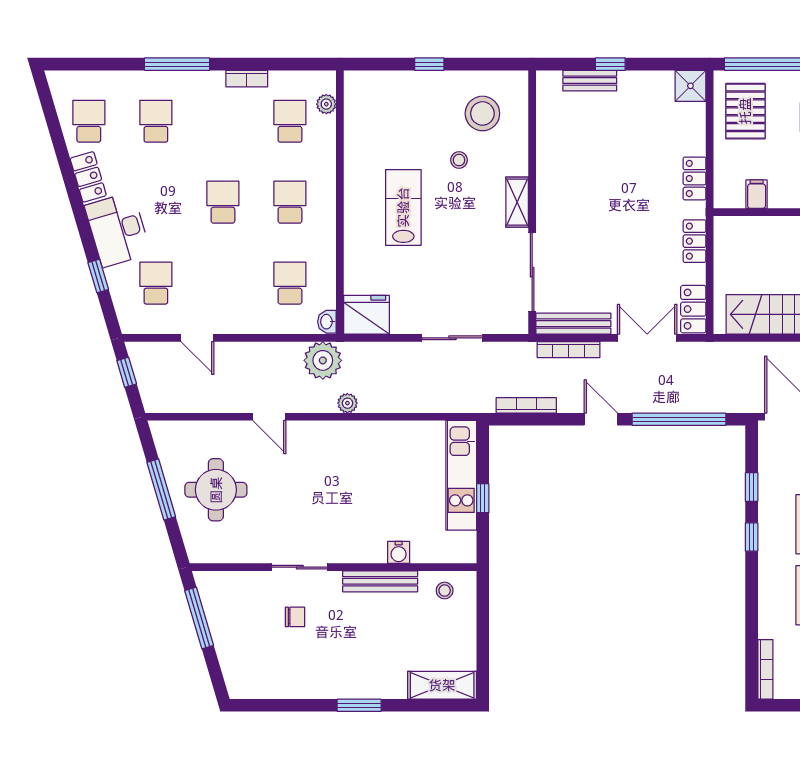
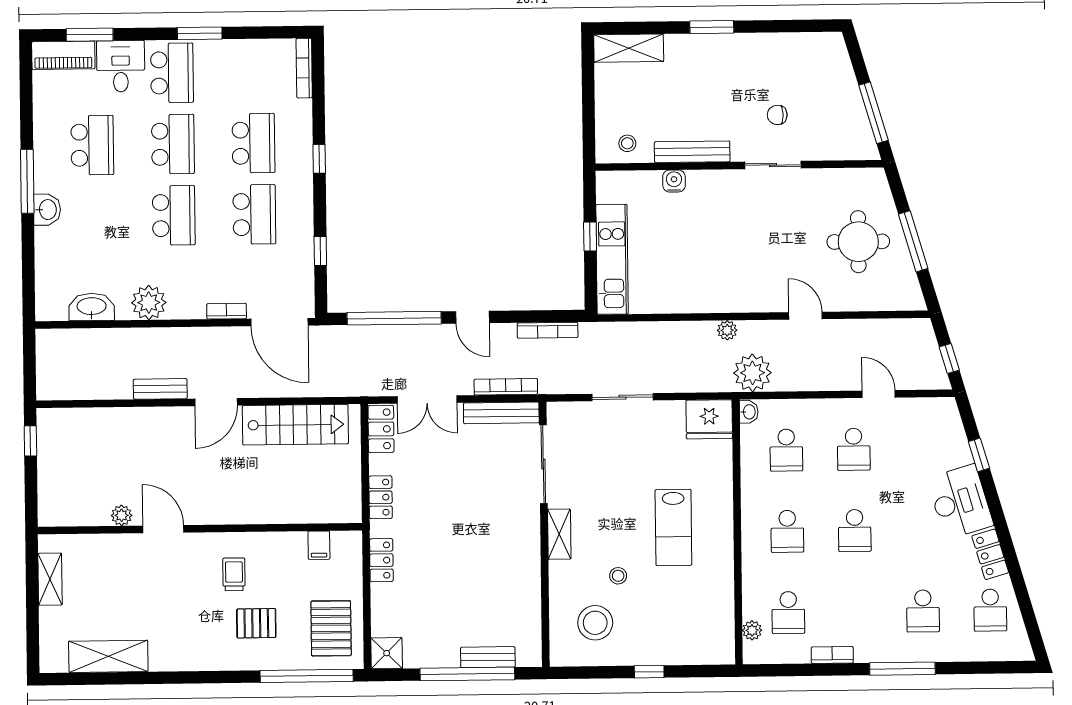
window: (610, 64) -> (467, 674), width x3.17
school desk: (156, 283) -> (854, 449), moved
window: (752, 537) -> (319, 159), moved

